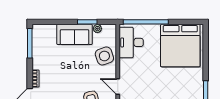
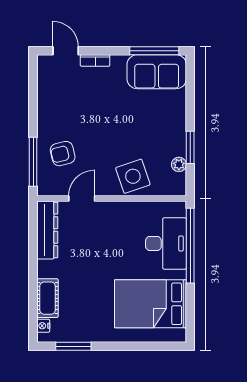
sofa: (74, 34) -> (157, 72), moved, turned -90
desk: (131, 42) -> (166, 243), moved, turned 90
bed: (180, 46) -> (150, 304), width x0.73

